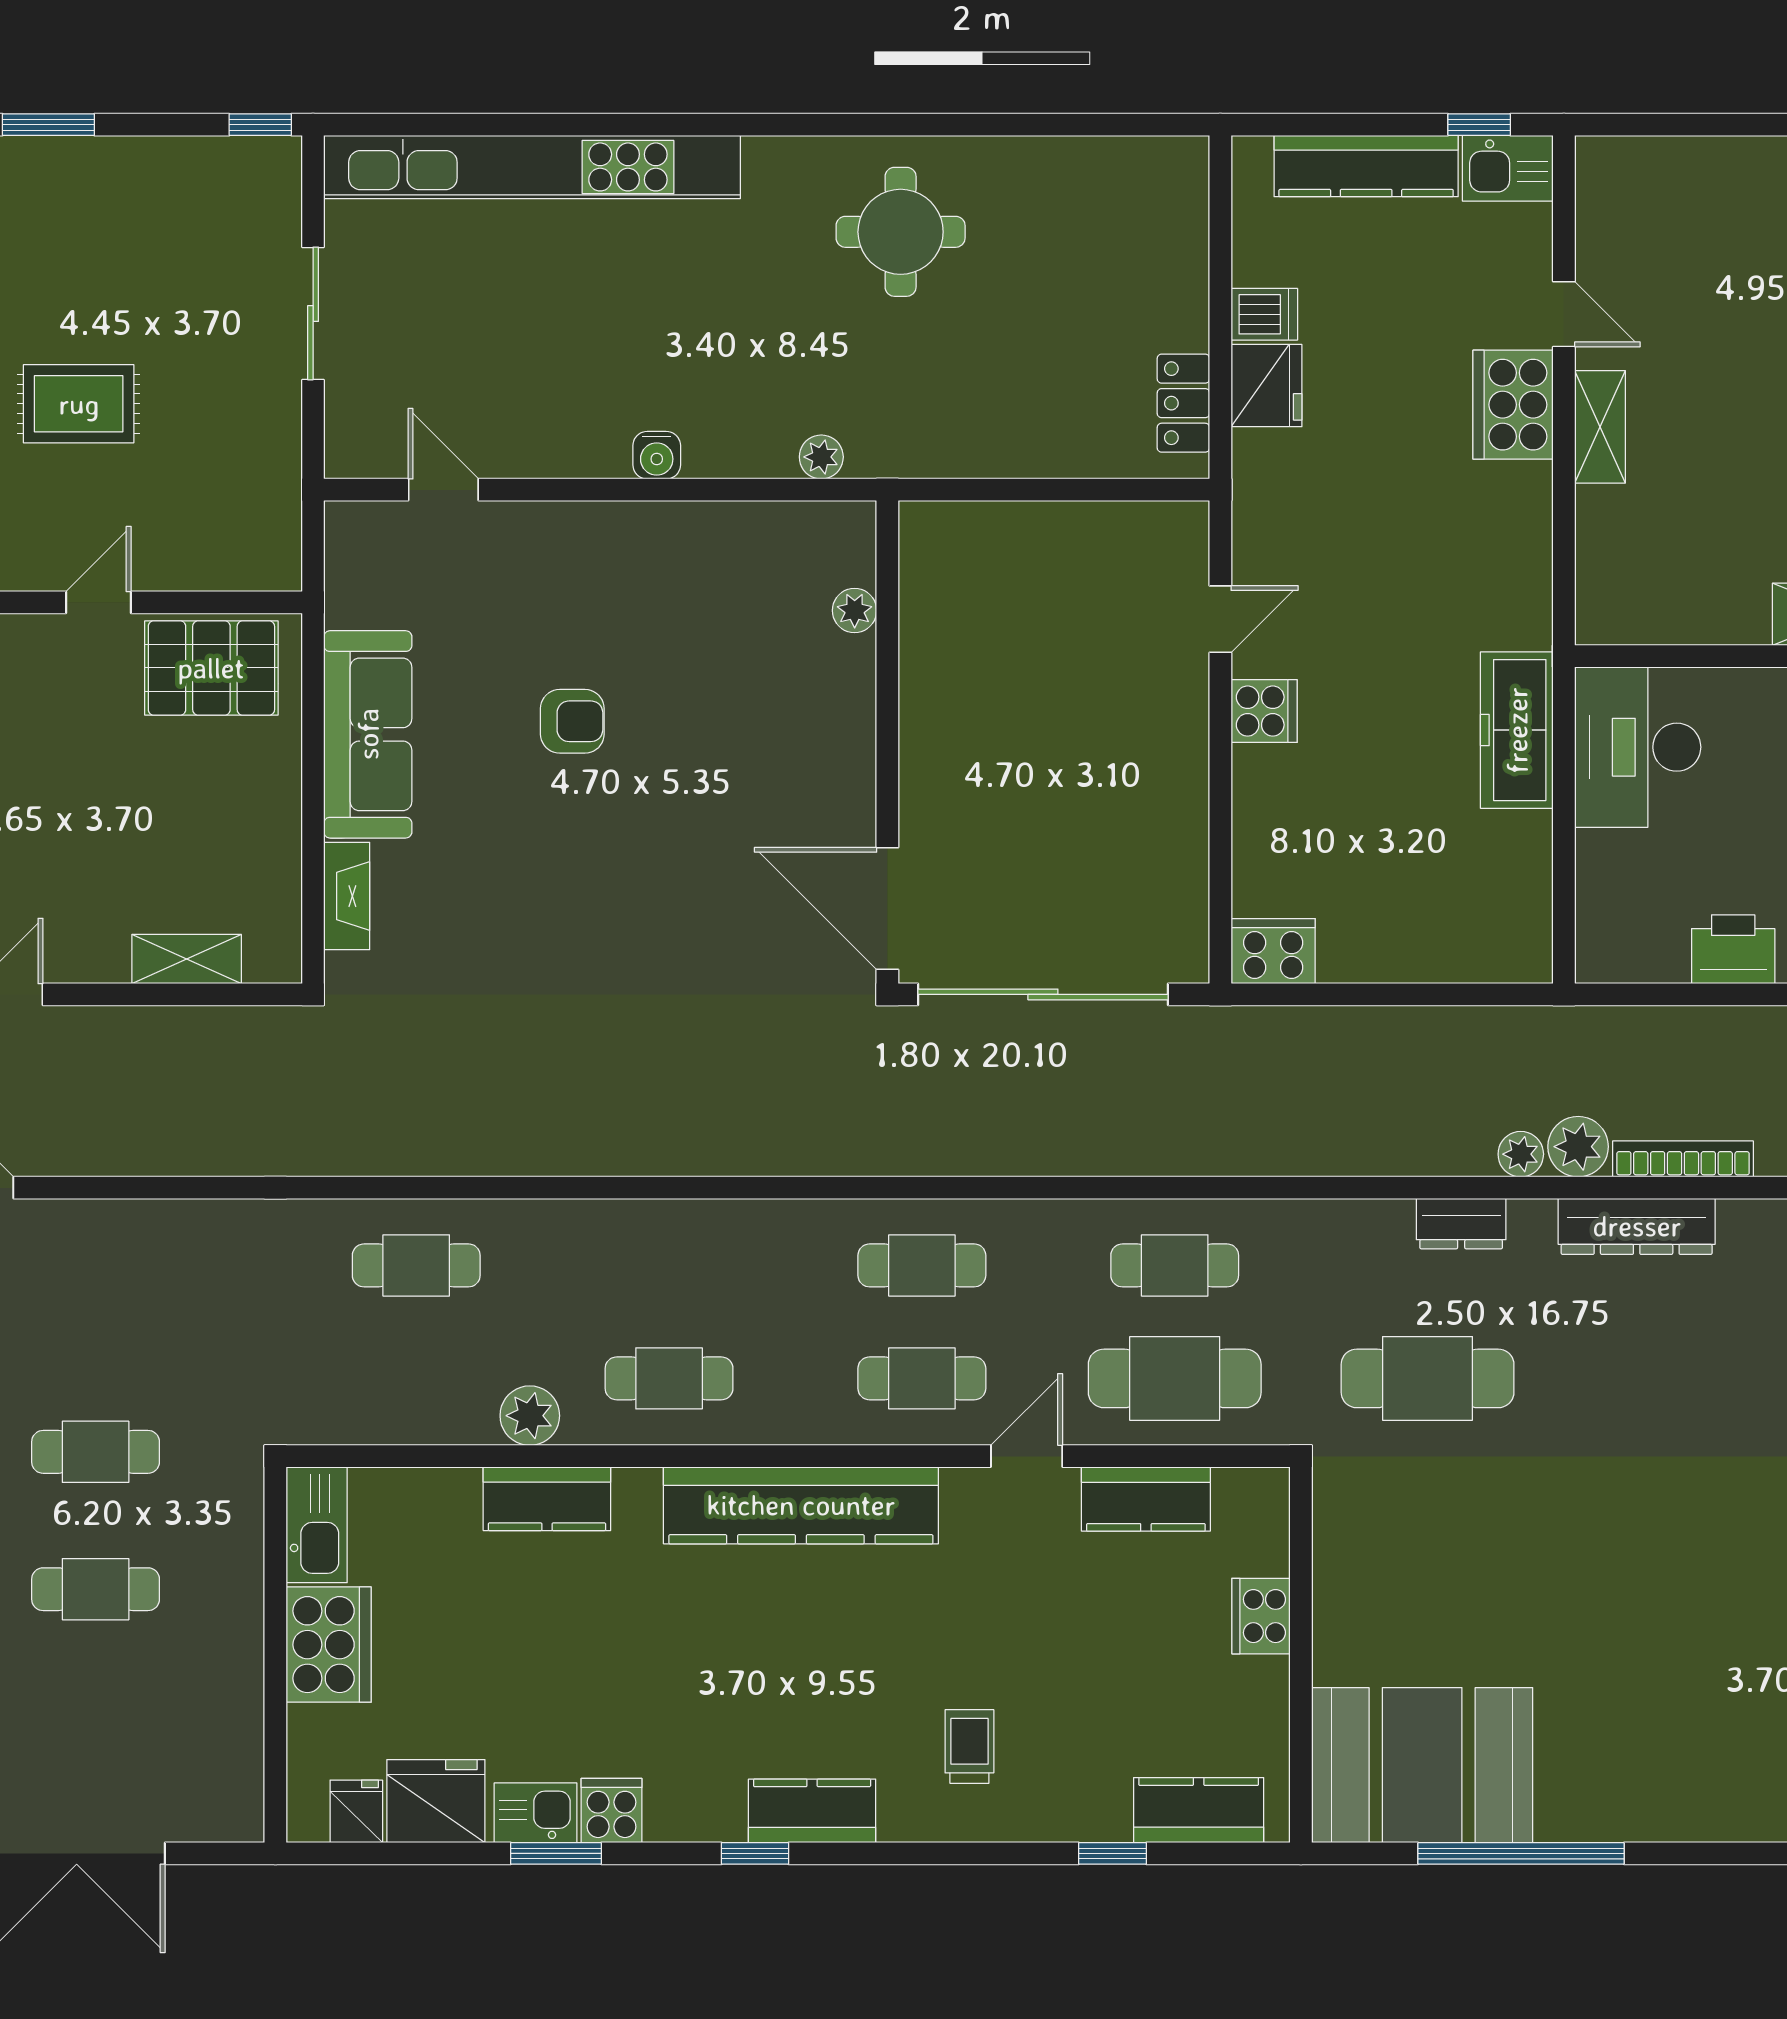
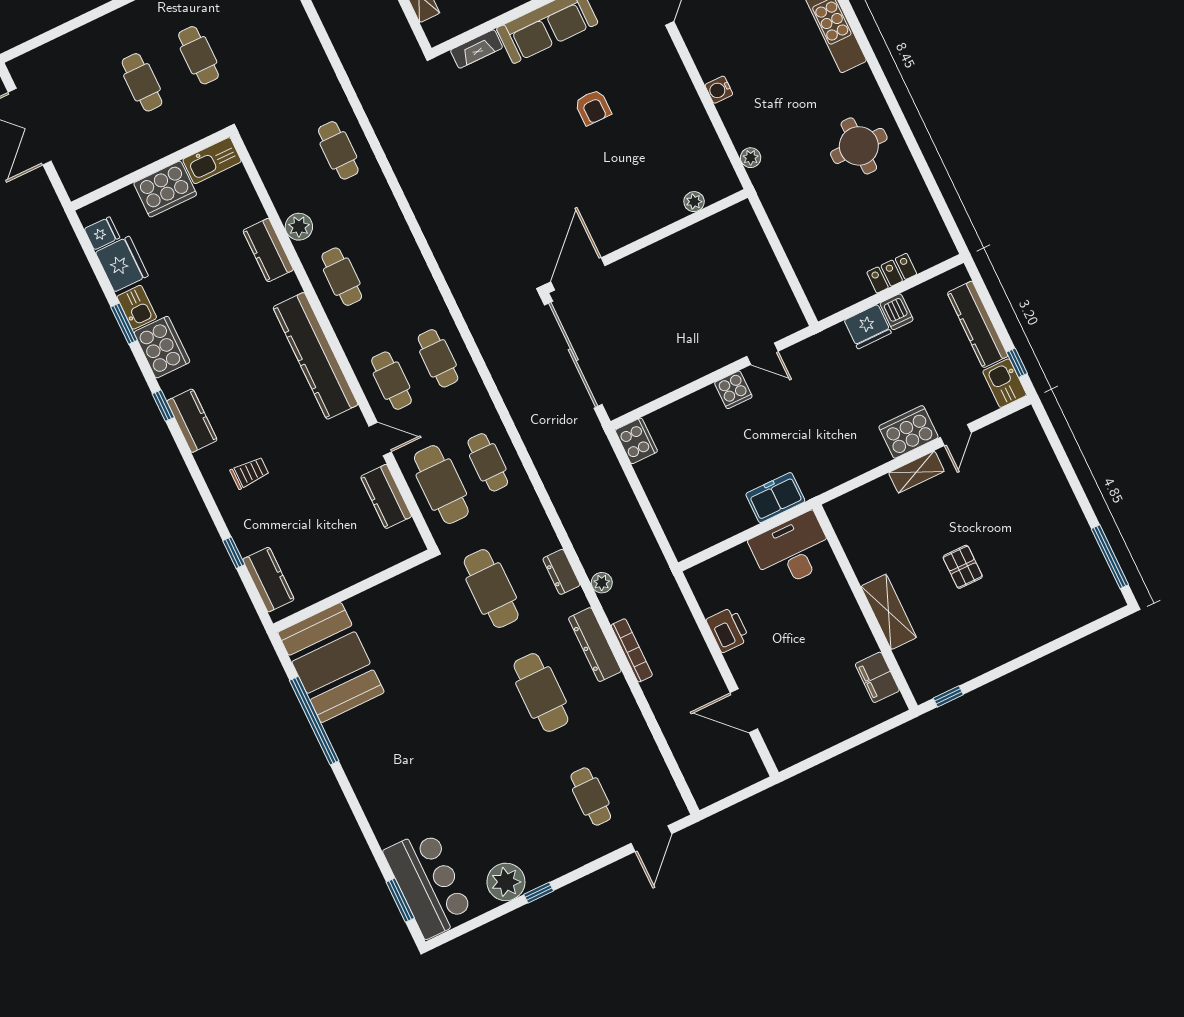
locker: (1183, 403) -> (892, 273), moved
freezer: (1517, 730) -> (775, 498), width x0.71
plant: (1578, 1147) -> (616, 605), removed
cafe table: (1680, 1378) -> (541, 693), added
cooker: (1261, 1616) -> (361, 567), removed
cooker: (611, 1811) -> (162, 347), width x1.87, depth x1.31

